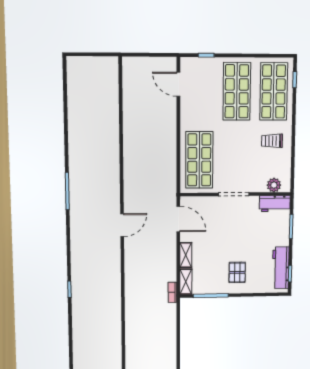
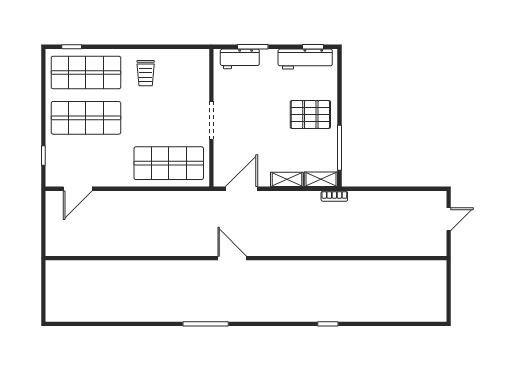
plant: (274, 185) -> (200, 70), removed
workbench: (275, 204) -> (240, 59), moved, turned 90
door: (122, 225) -> (232, 258), moved
pallet: (237, 272) -> (310, 114), width x1.50, depth x1.42

